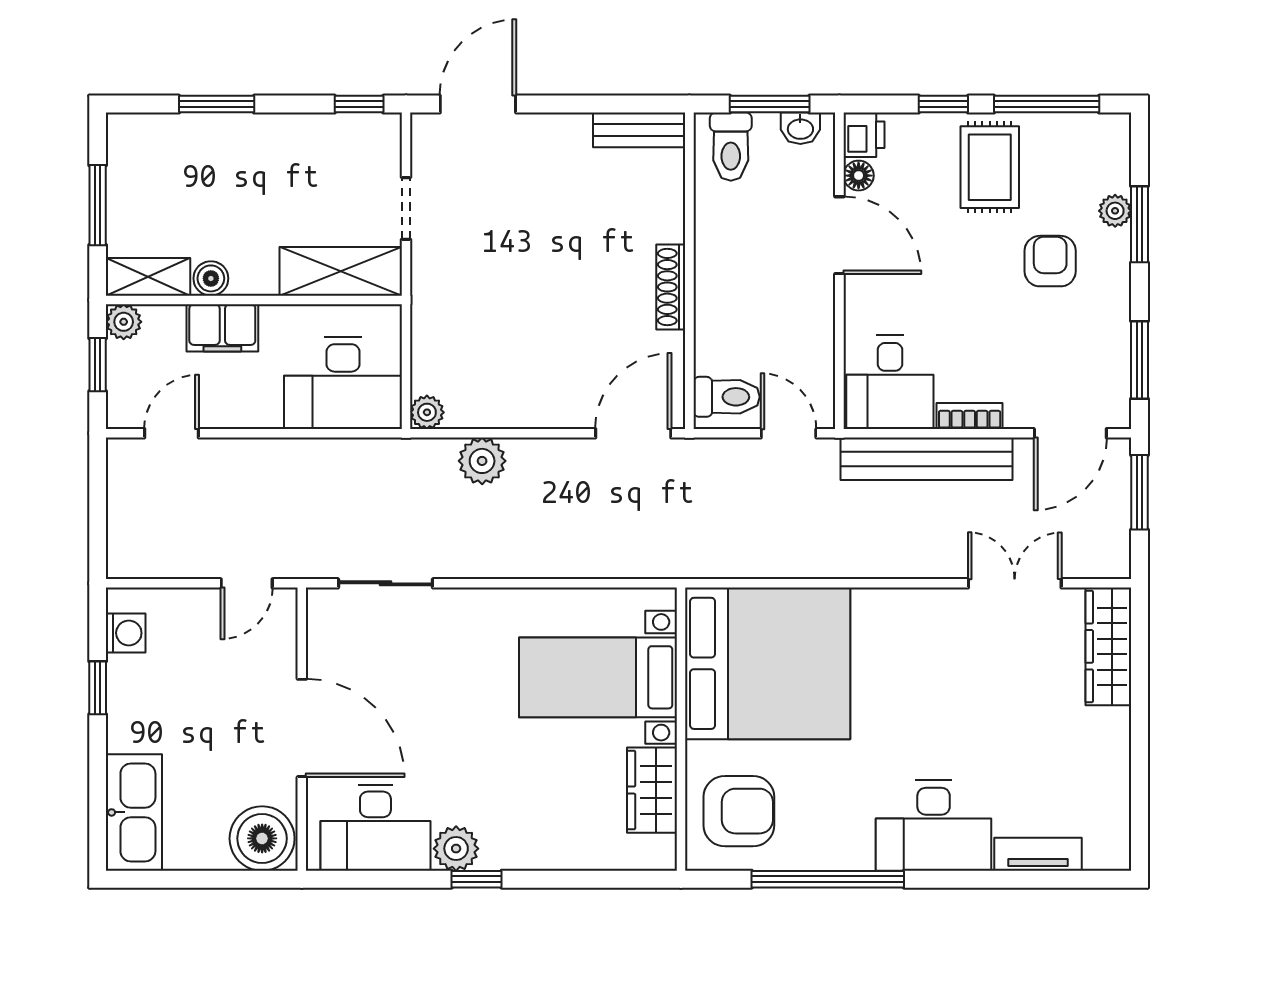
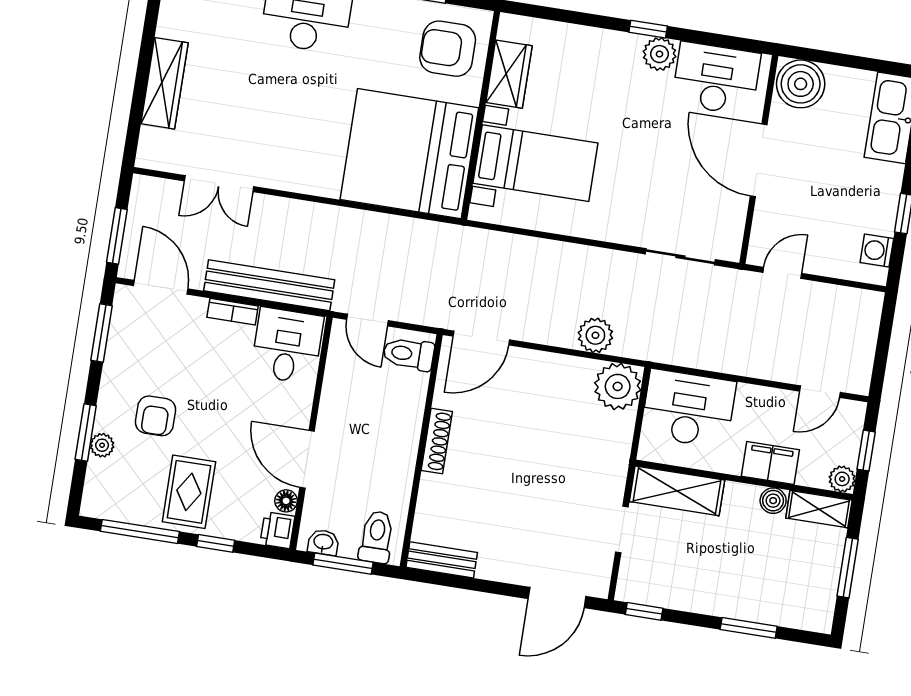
plant: (427, 412) -> (618, 386), width x1.87, depth x1.87
door: (1070, 433) -> (161, 287), hinge flipped
wardrobe: (1108, 646) -> (164, 83), moved

